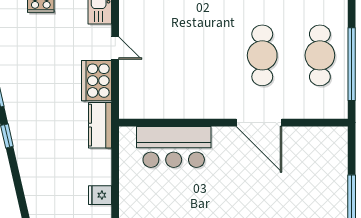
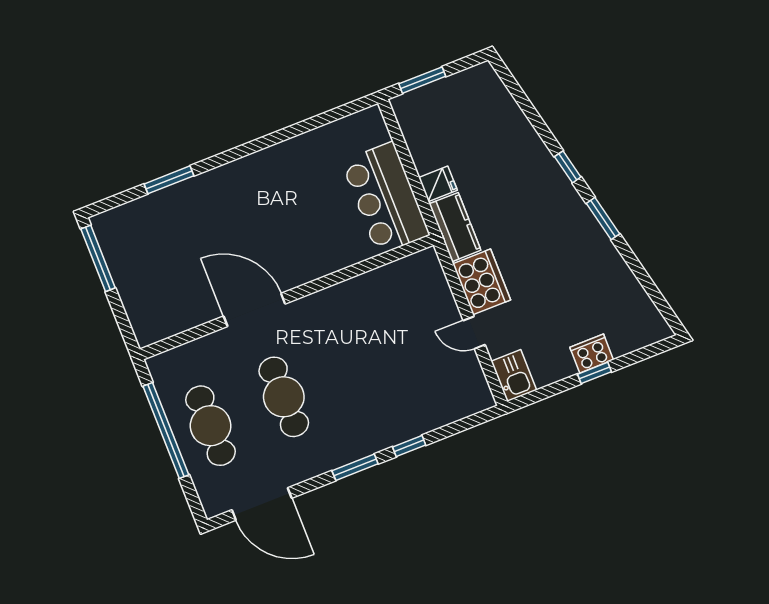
bar counter: (174, 147) -> (385, 198), moved, turned -90
fridge: (100, 195) -> (438, 184), moved

